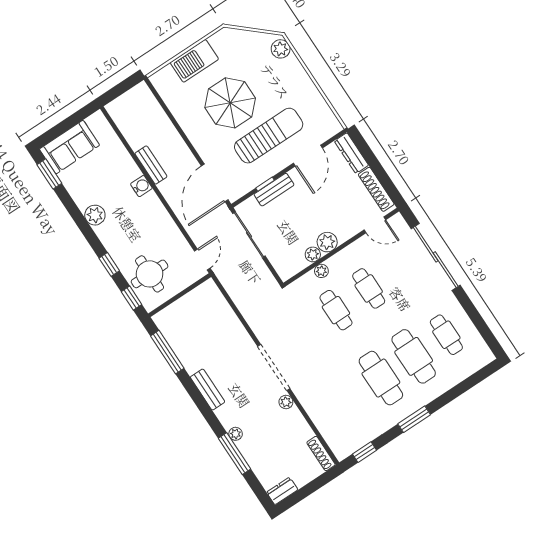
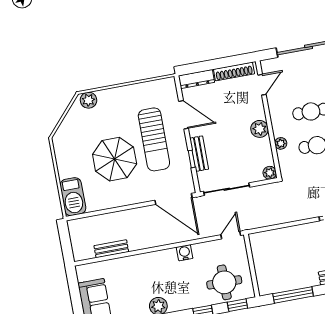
barbecue: (194, 61) -> (73, 197), moved
sun lounger: (269, 136) -> (154, 139), turned 180
bench: (151, 165) -> (111, 249), moved
water cooler: (141, 186) -> (185, 253), moved
plant: (313, 254) -> (270, 173), moved
door: (202, 259) -> (231, 235), hinge flipped

